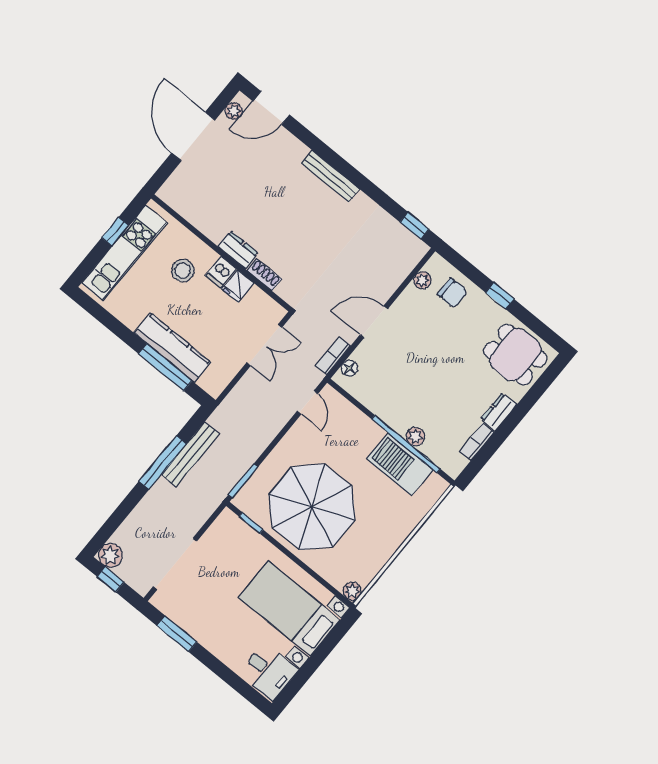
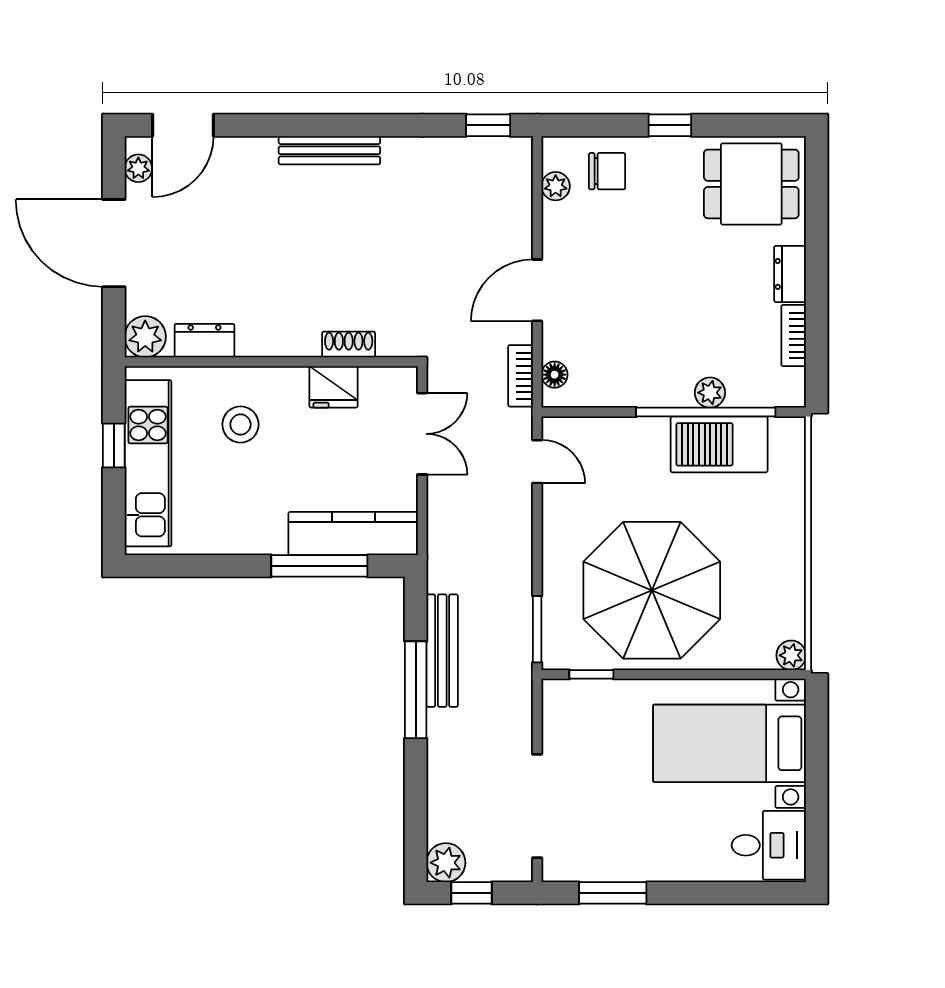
plant: (172, 193) -> (145, 337), added
dresser: (238, 250) -> (204, 341), moved
dishwasher: (221, 272) -> (290, 387), removed
fridge: (238, 286) -> (334, 387), width x1.38
kitchen counter: (172, 348) -> (353, 534), moved

